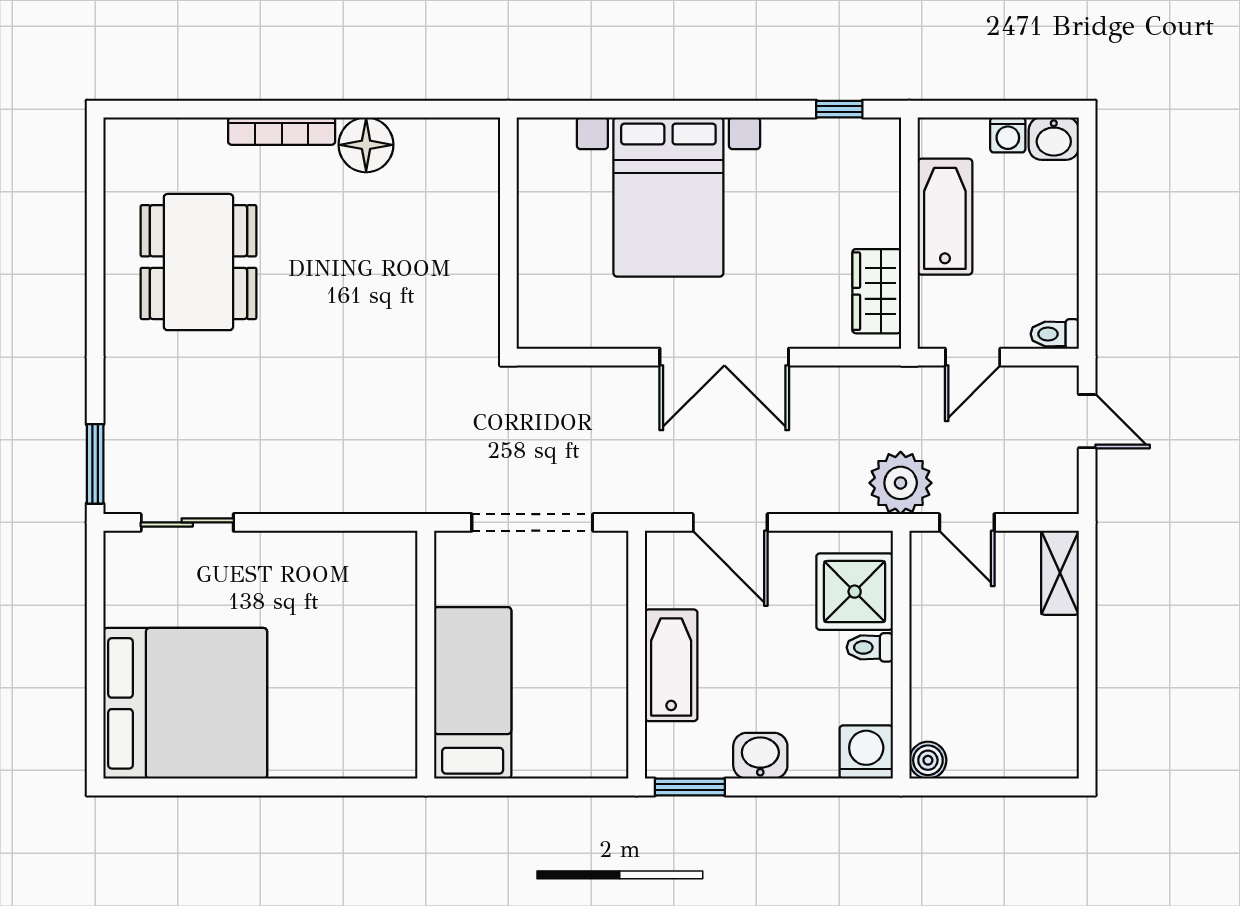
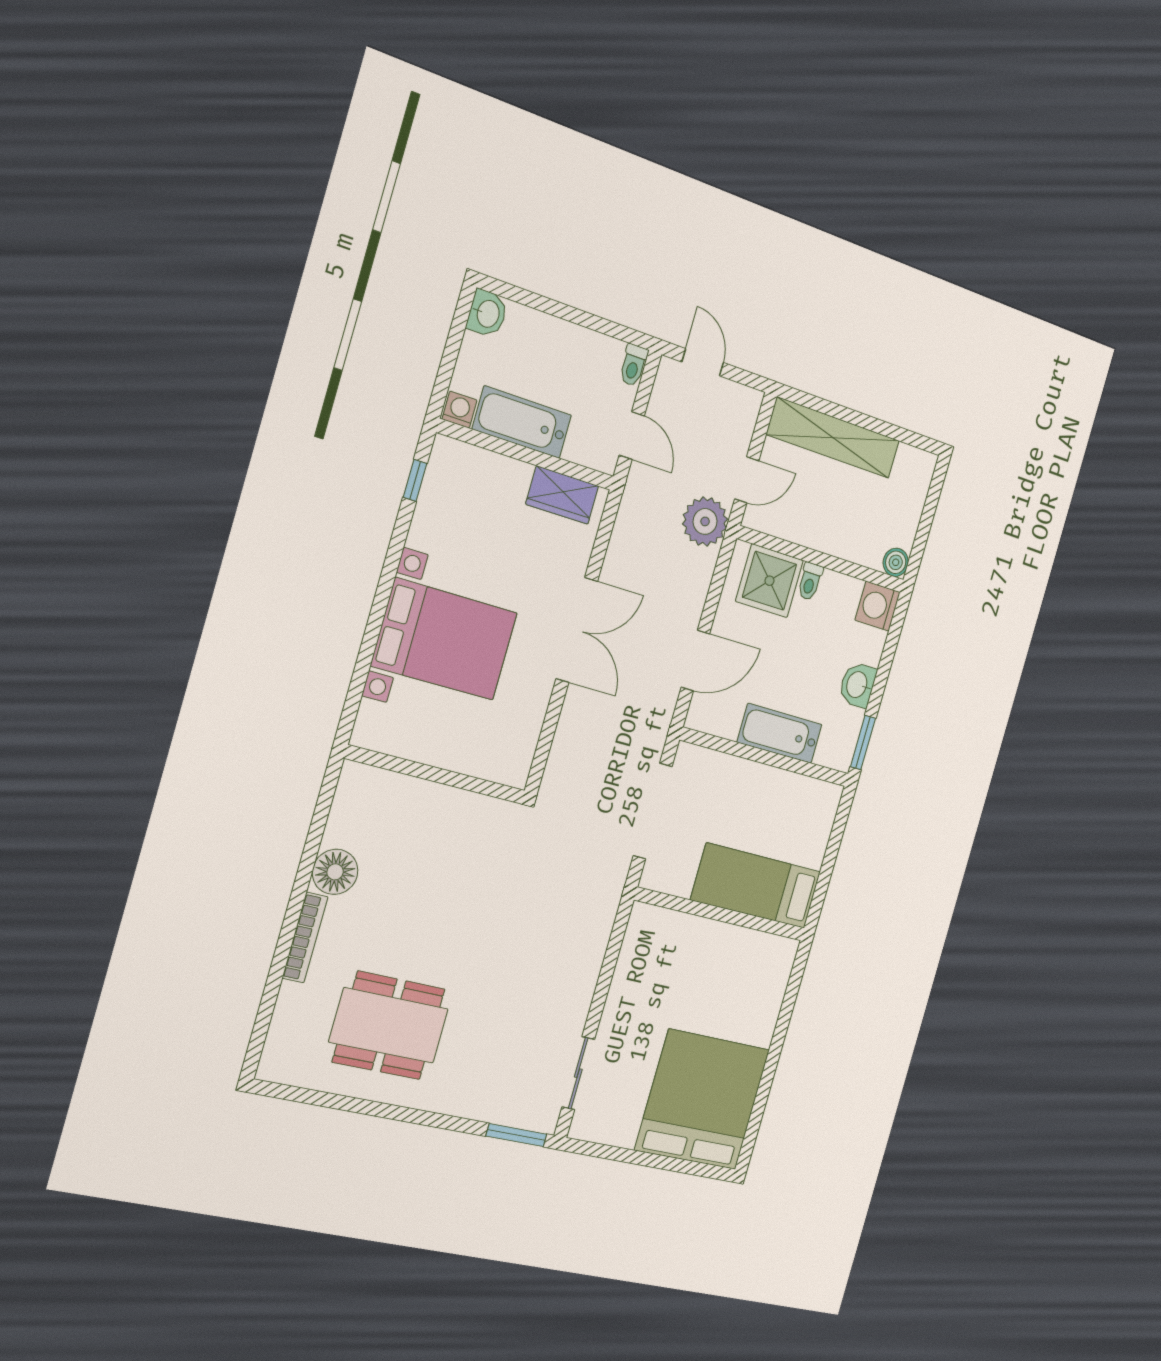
washing machine: (1008, 135) -> (460, 410), moved, turned -90
door: (1087, 421) -> (703, 362), hinge flipped
shelving: (1060, 573) -> (833, 438), width x2.20, depth x1.33

